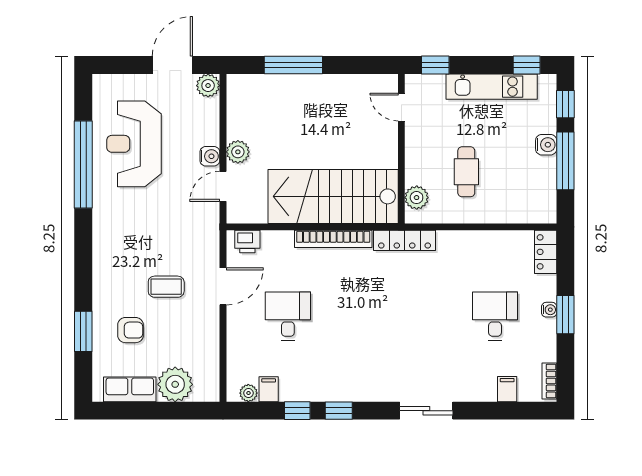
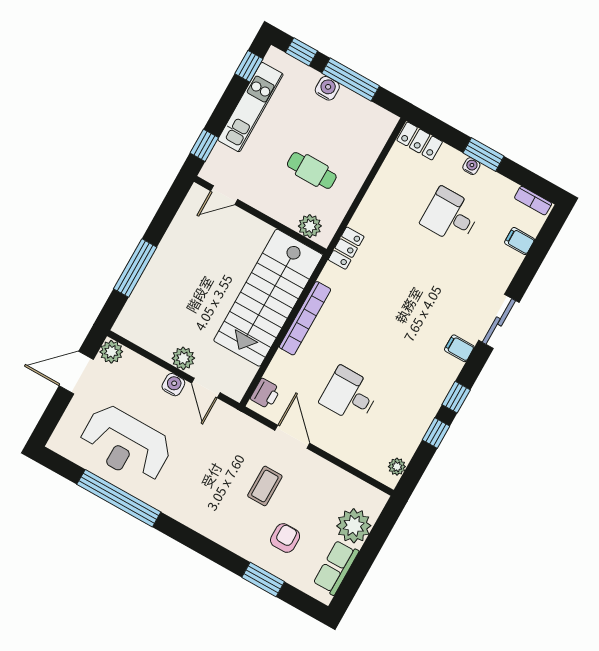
door: (172, 65) -> (76, 373), hinge flipped
locker: (405, 240) -> (346, 248), width x0.66
filing cabinet: (269, 389) -> (459, 348), moved

